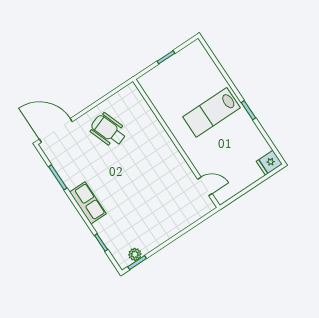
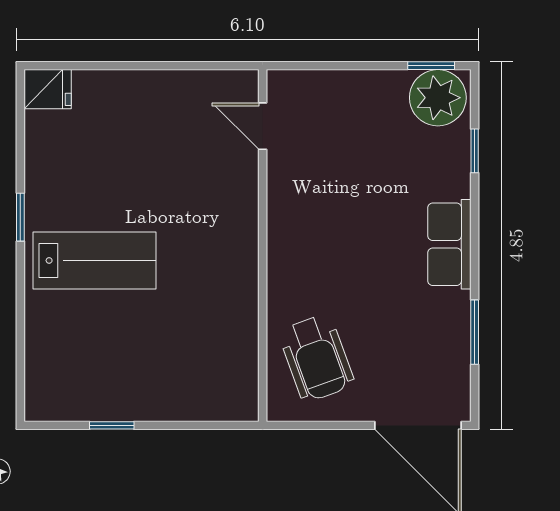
wall: (176, 143) -> (263, 245), moved
door: (205, 186) -> (263, 126), moved
plant: (135, 254) -> (438, 98), width x1.87, depth x1.87

